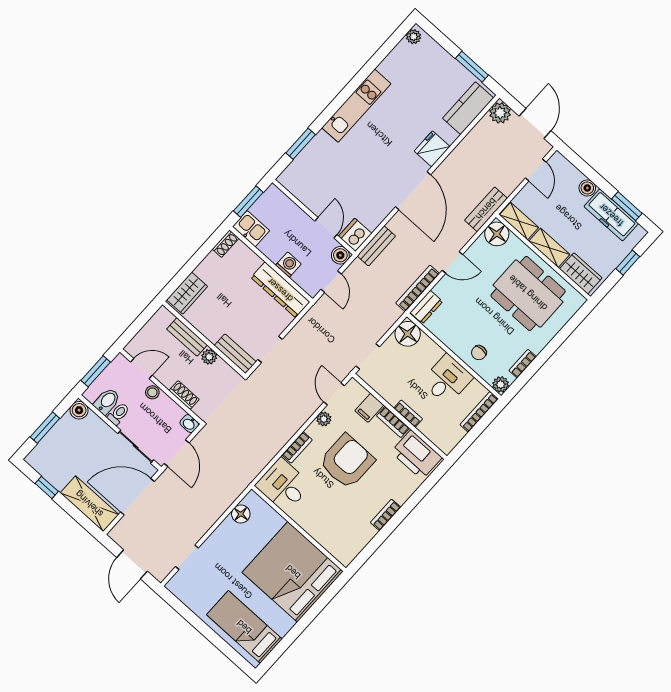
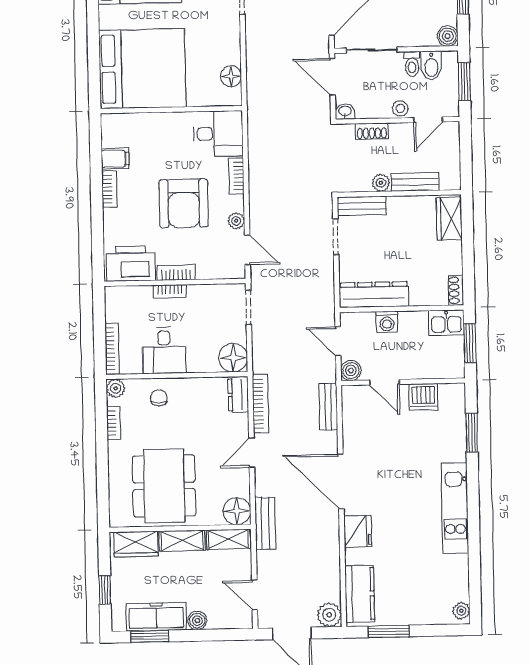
dishwasher: (355, 235) -> (423, 397), moved, turned 90
dining table: (528, 293) -> (164, 486), turned 90
filing cabinet: (369, 408) -> (115, 159), moved, turned 90

